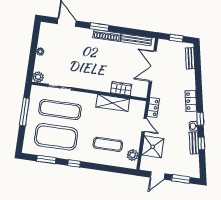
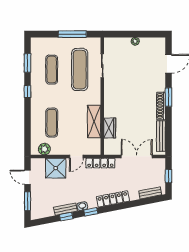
plant: (38, 77) -> (109, 43), removed
locker: (191, 101) -> (113, 199), width x1.53
locker: (153, 108) -> (100, 163), width x1.53
exercise mat: (56, 137) -> (52, 70), width x0.50, depth x0.69

